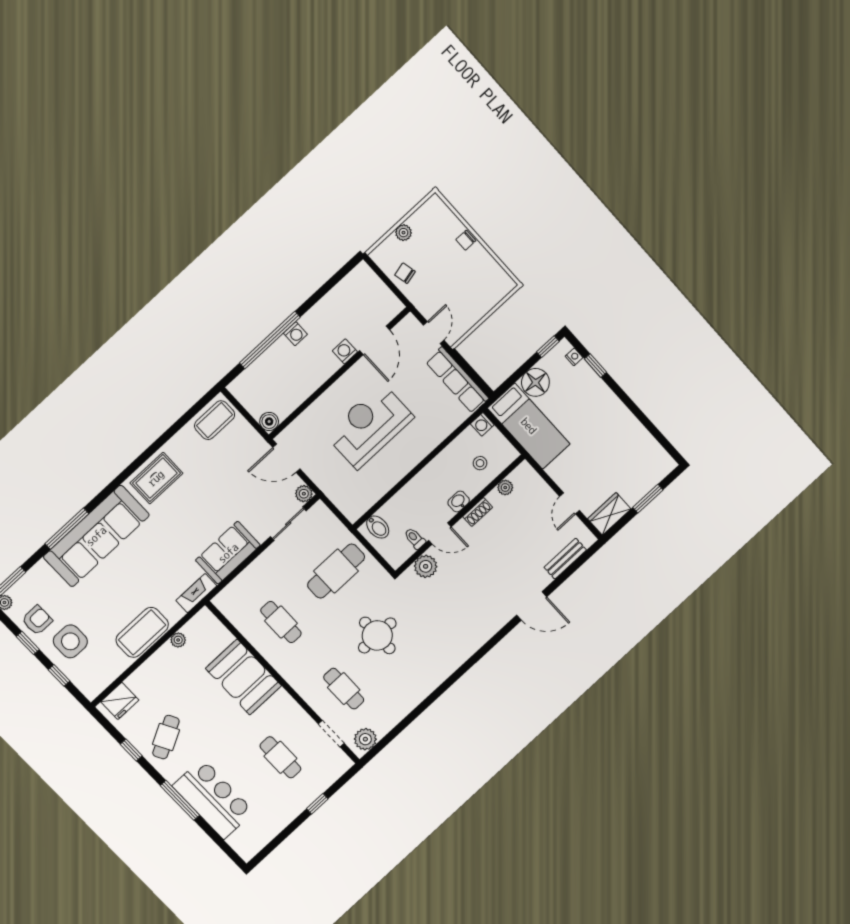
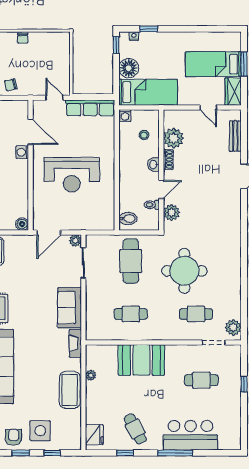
reception desk: (369, 426) -> (72, 175), turned -90
bed: (619, 467) -> (213, 64), added
plant: (505, 487) -> (173, 138), width x1.87, depth x1.87
round table: (377, 635) -> (184, 271), width x1.36, depth x1.36

